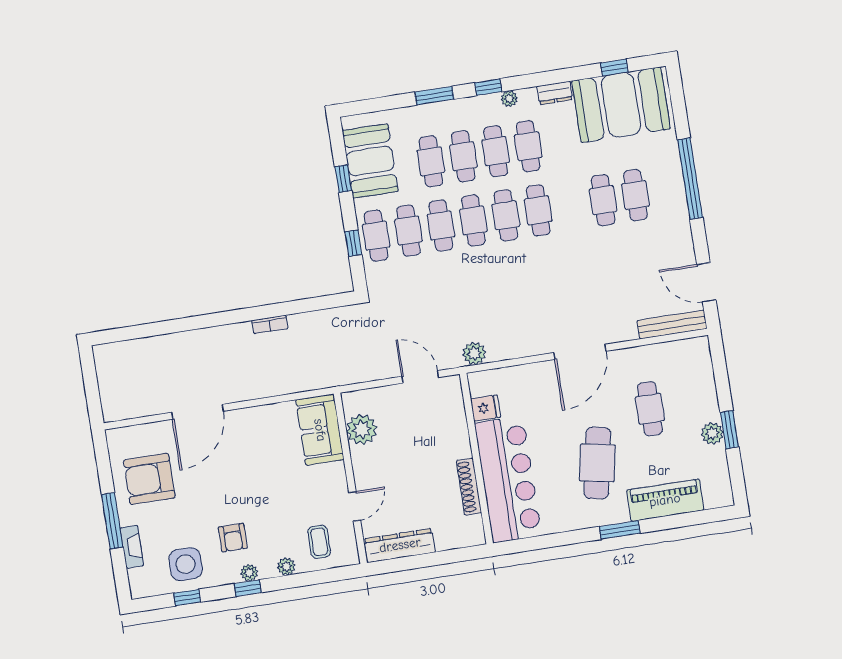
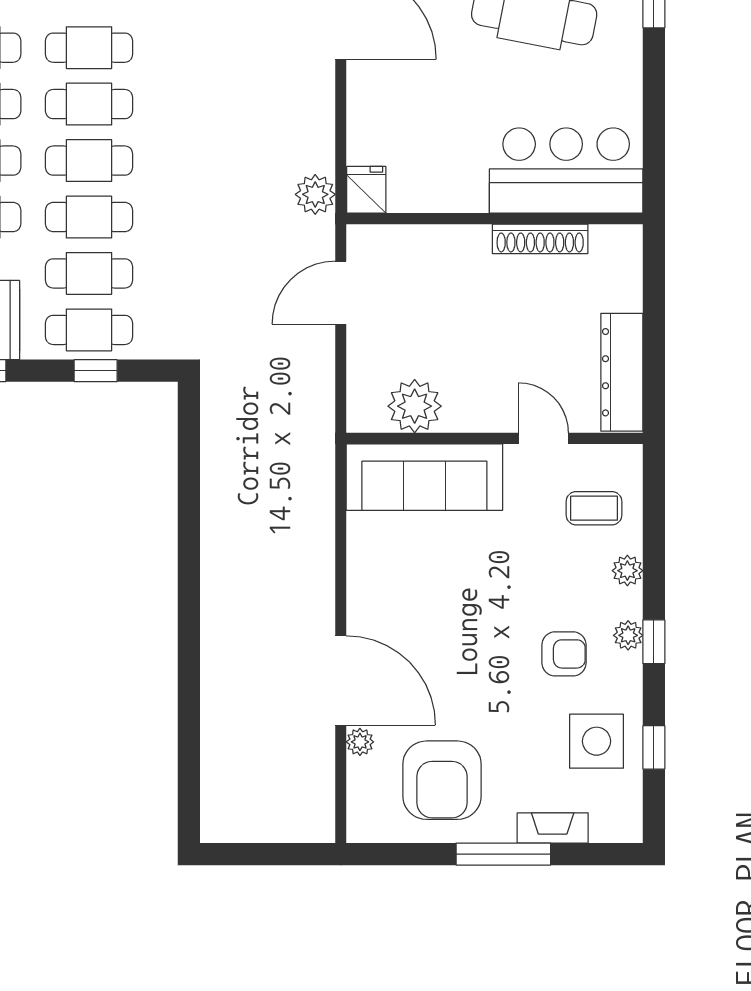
bookcase: (270, 324) -> (212, 534), removed
fridge: (486, 408) -> (366, 190), moved
plant: (164, 428) -> (360, 742), added
sofa: (320, 430) -> (424, 477), width x1.36
bar counter: (508, 479) -> (566, 171), width x0.73

